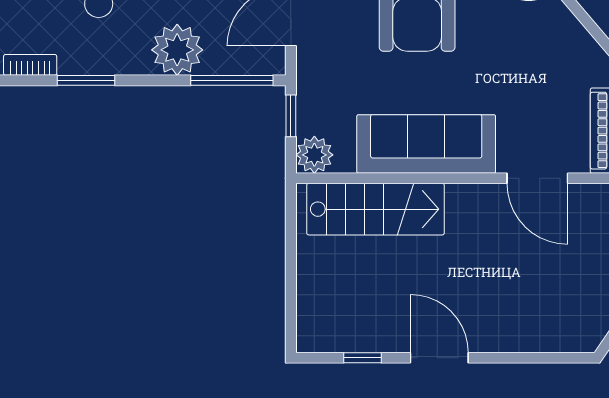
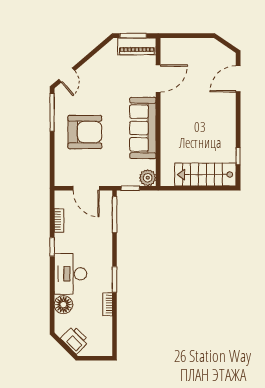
plant: (177, 50) -> (101, 239), removed
stairs: (375, 209) -> (205, 175), moved, turned -90
door: (439, 358) -> (238, 79), moved

